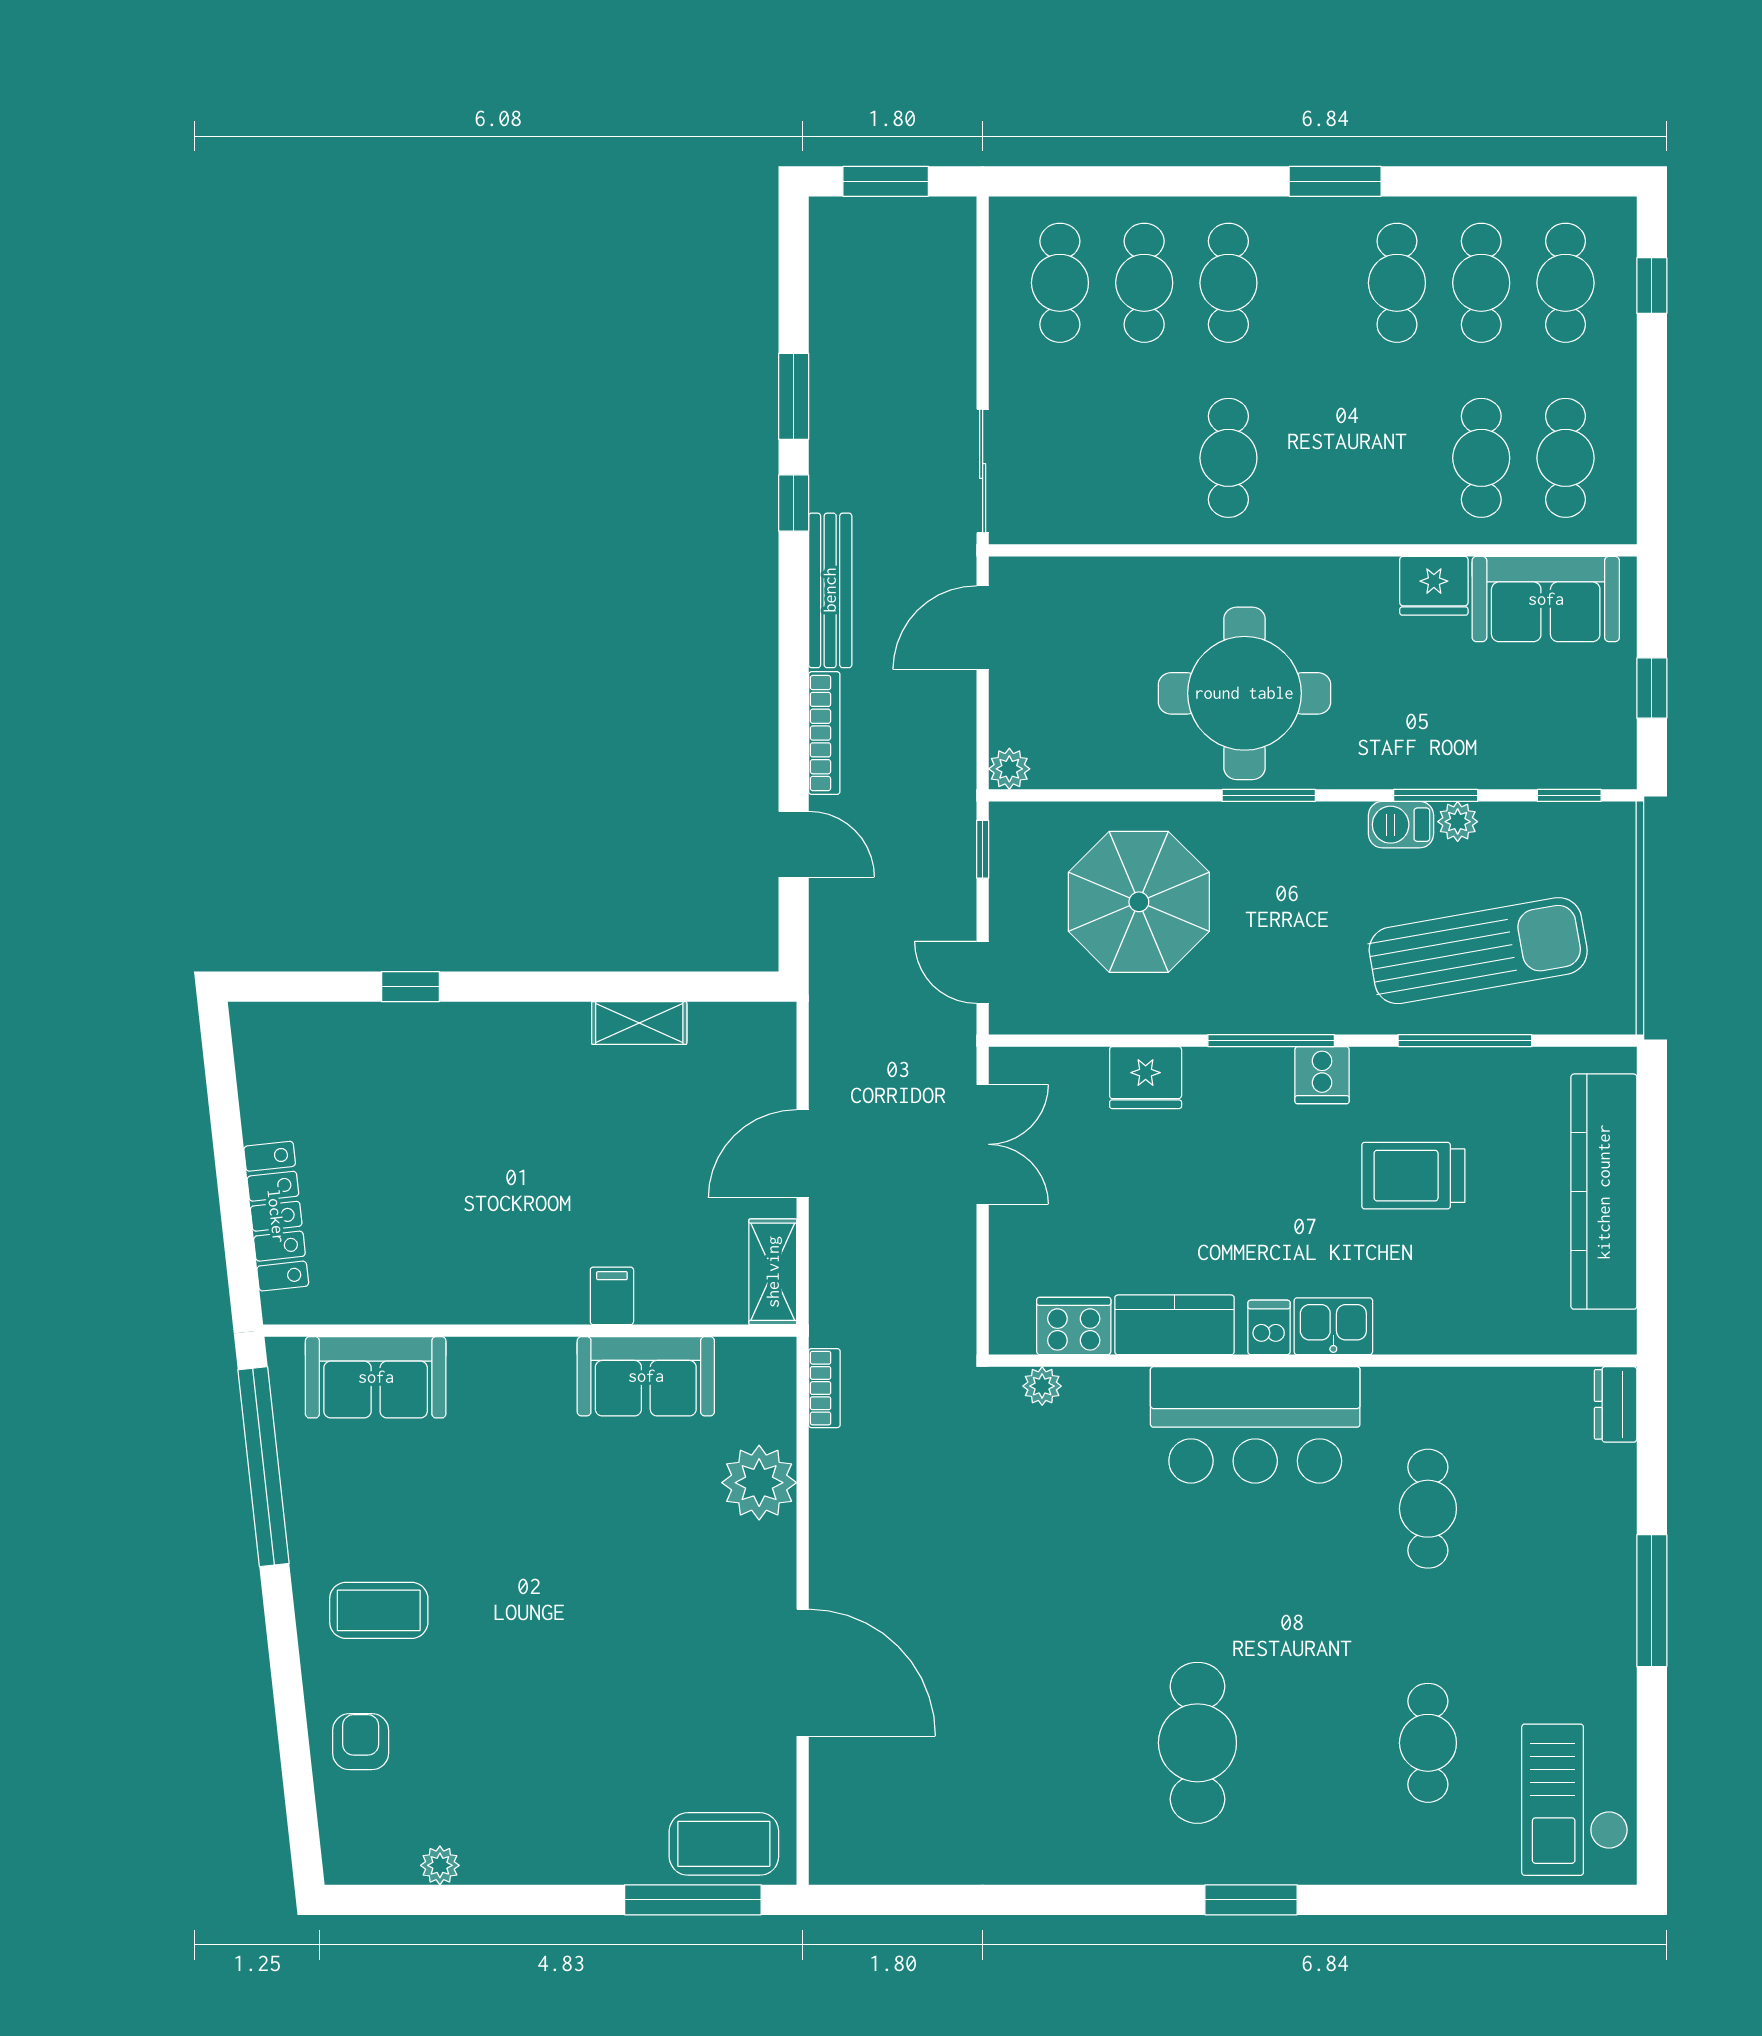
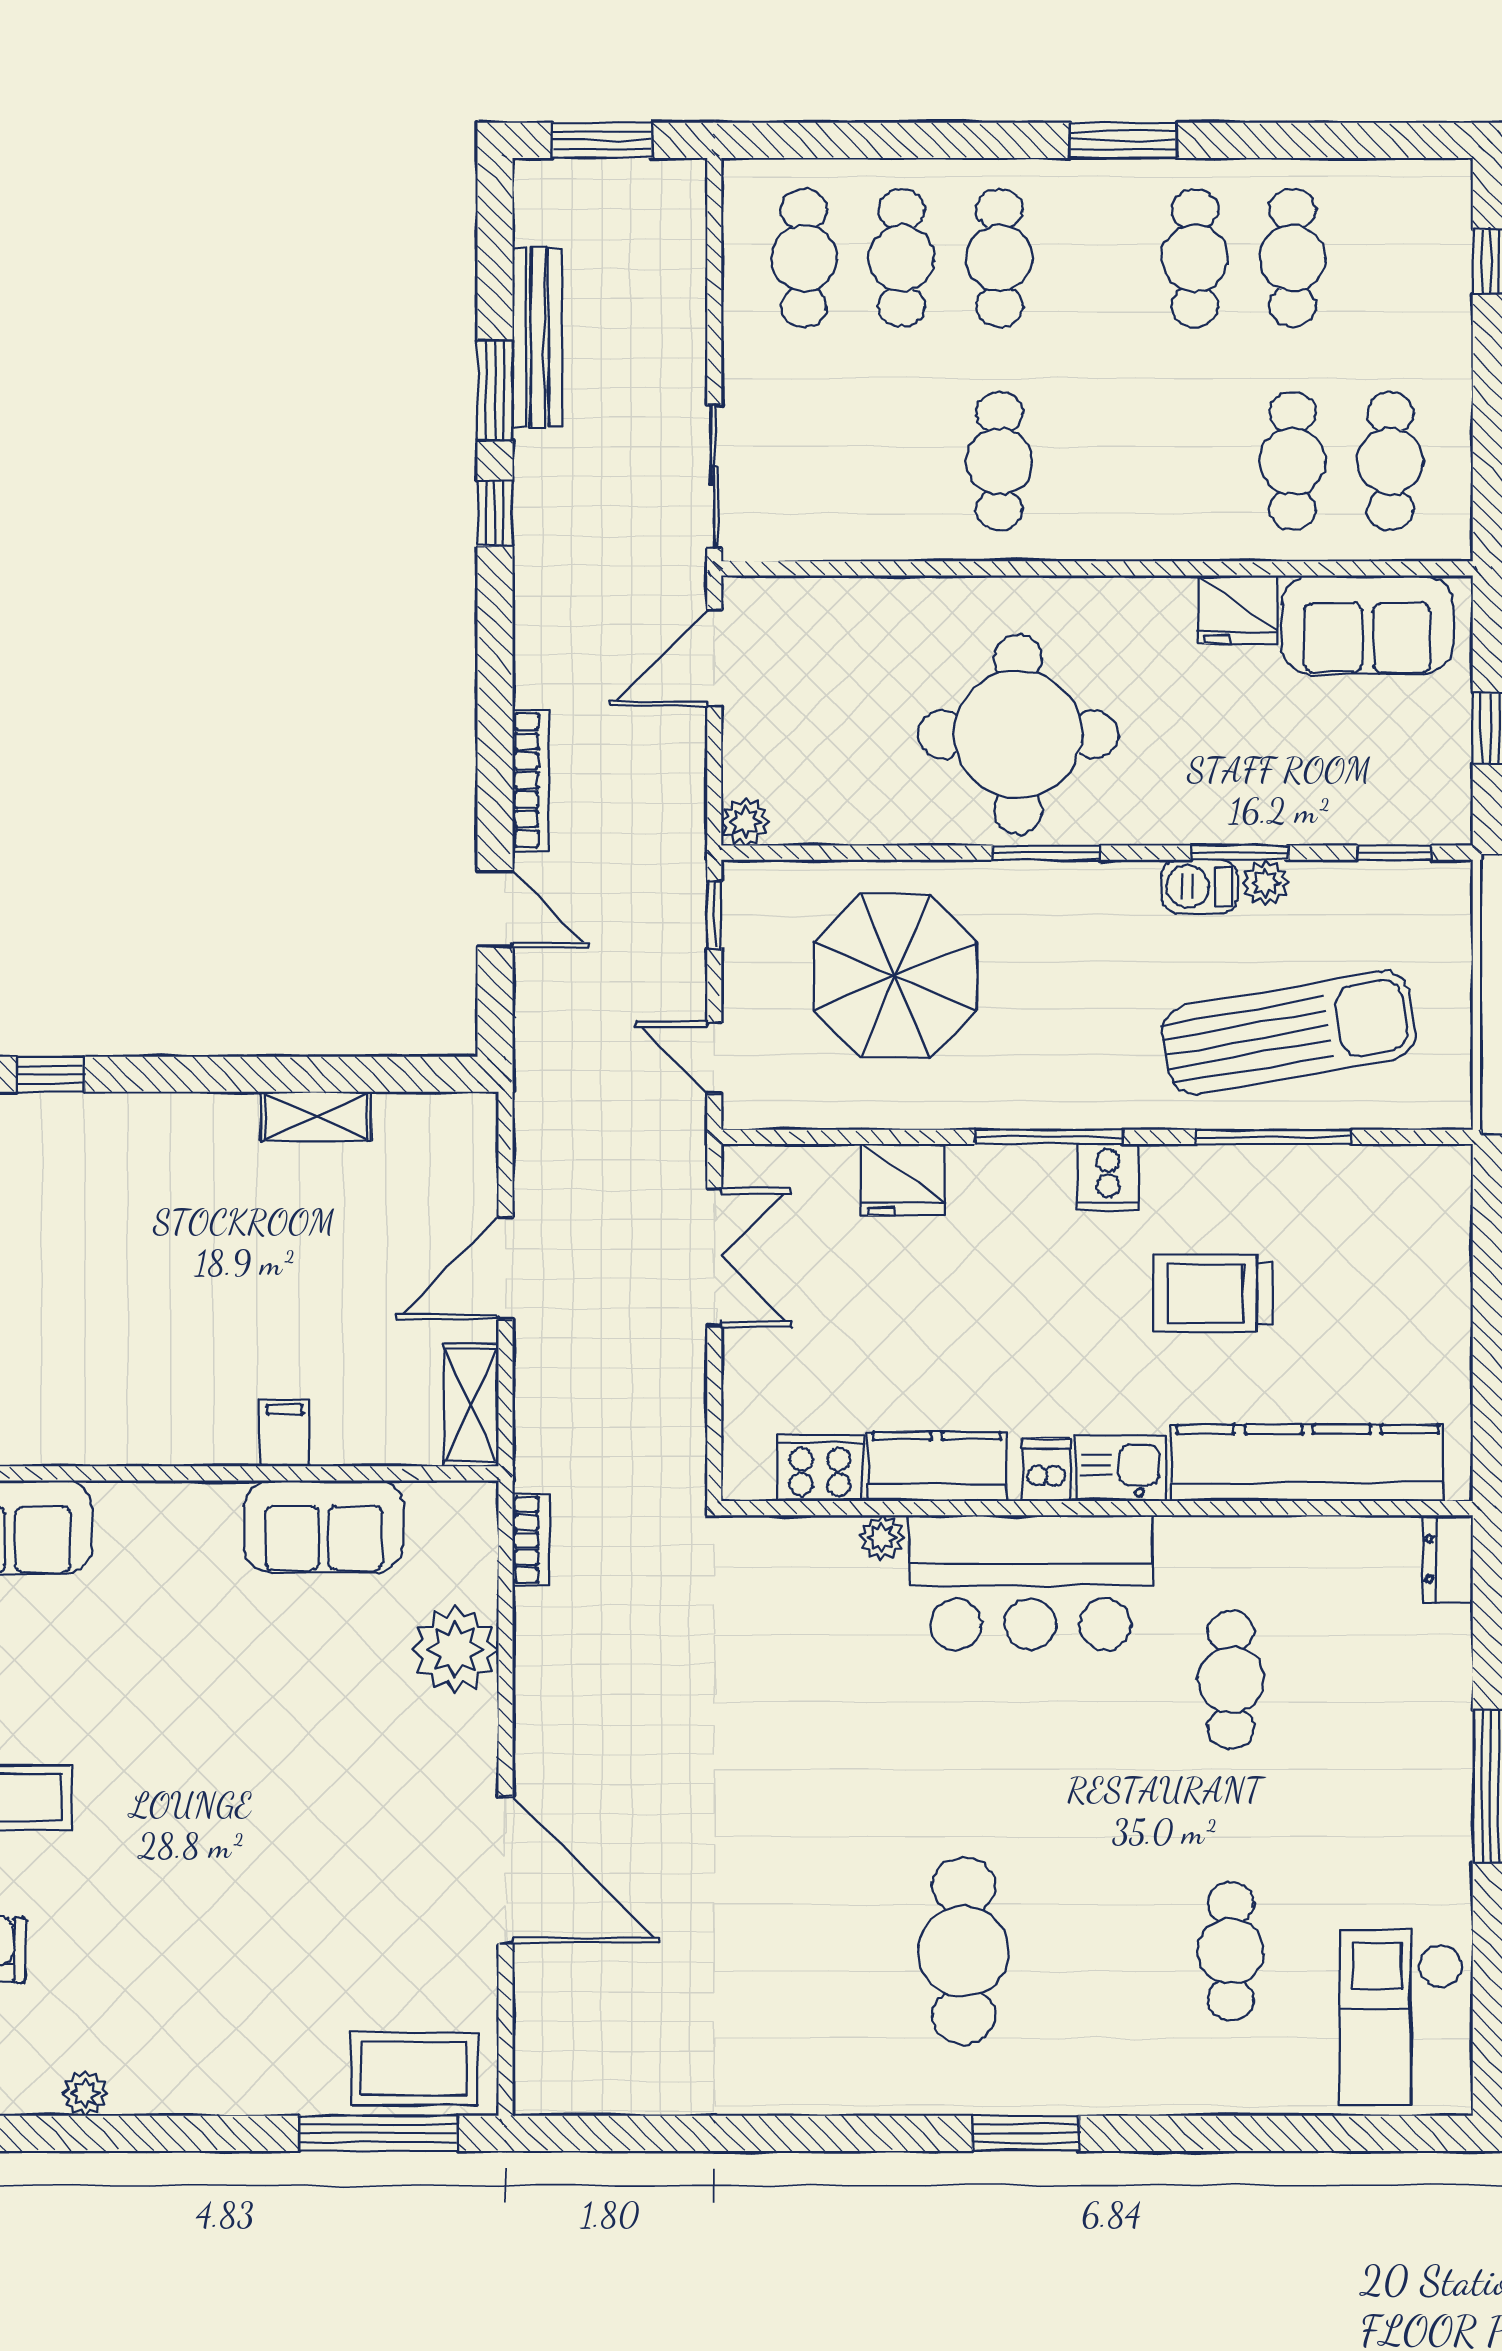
cafe table: (1565, 283) -> (1390, 258), removed
bench: (830, 590) -> (538, 337), moved
kitchen counter: (1604, 1192) -> (1308, 1463), moved, turned 90
plant: (1042, 1386) -> (882, 1538), moved

